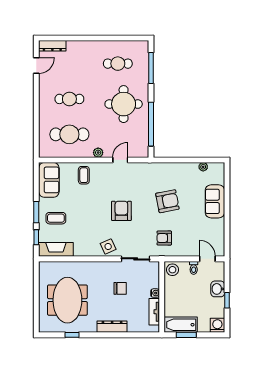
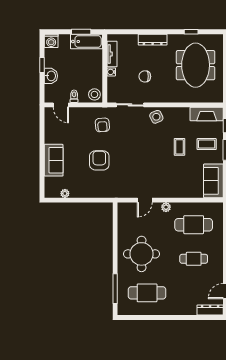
cafe table: (118, 64) -> (147, 293), width x1.37, depth x1.35
window: (151, 124) -> (115, 235), removed
coffee table: (84, 175) -> (179, 147), moved
armchair: (167, 201) -> (99, 160), turned 101
armchair: (121, 211) -> (144, 151), removed
armchair: (164, 238) -> (102, 125), turned 86

